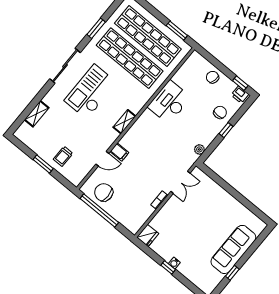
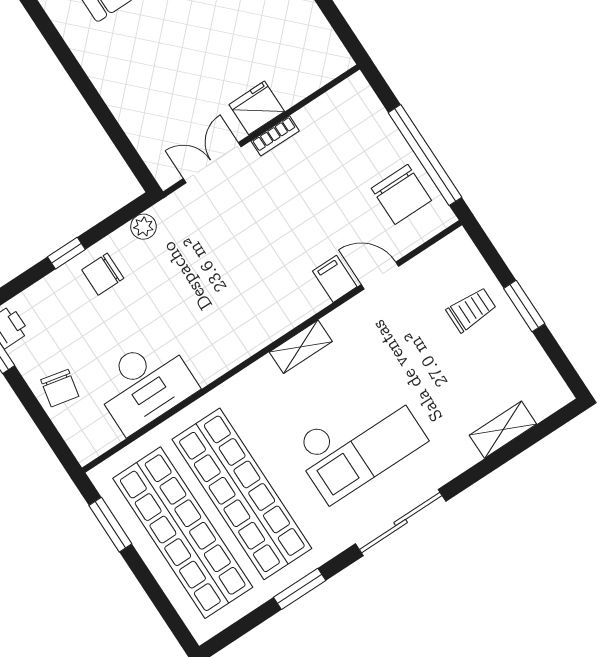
desk: (169, 102) -> (145, 384), moved
chair: (220, 112) -> (103, 274), moved
fridge: (148, 235) -> (257, 108), moved

